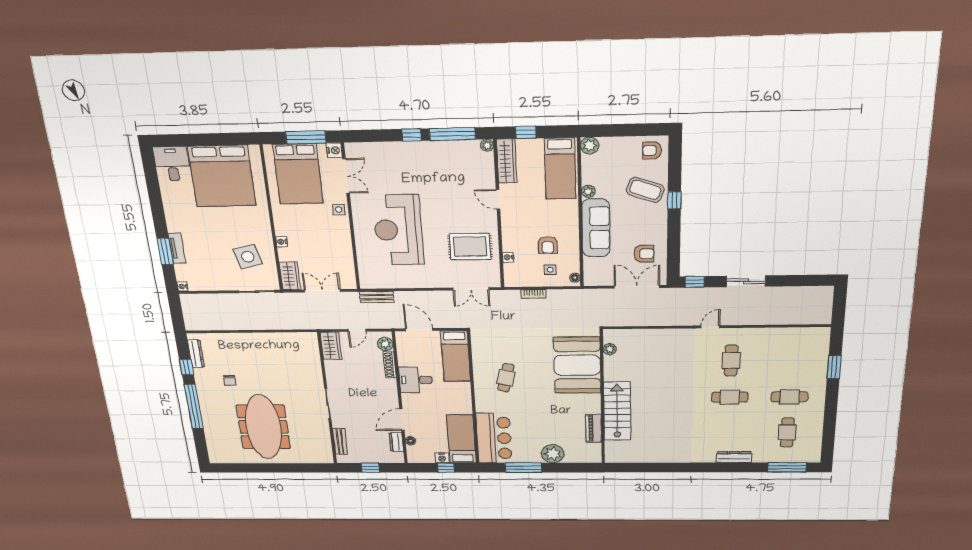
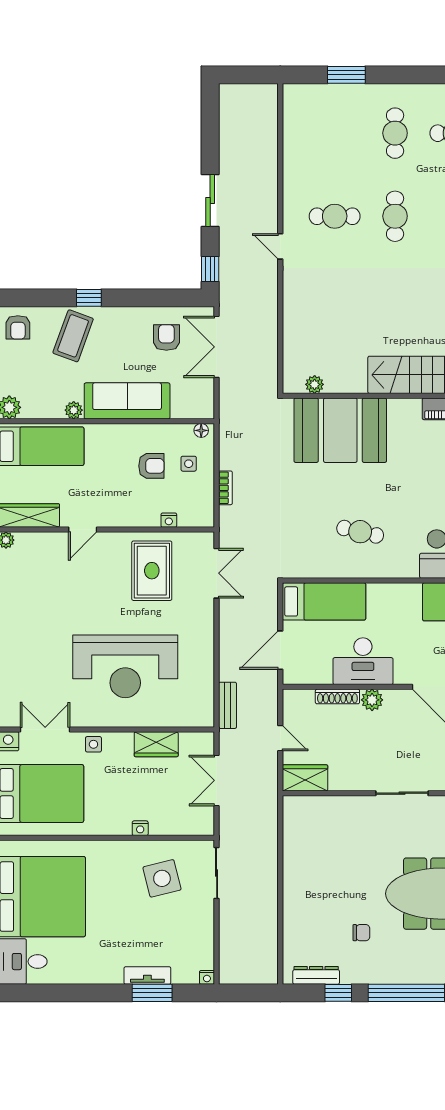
wardrobe: (290, 276) -> (156, 744), moved, turned 180
plant: (385, 344) -> (372, 700), moved
desk: (416, 380) -> (363, 661), width x1.37

